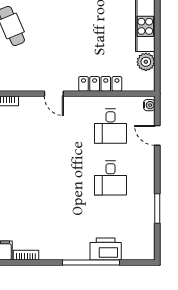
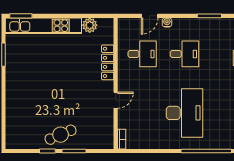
water cooler: (149, 105) -> (167, 22), moved
desk: (38, 178) -> (184, 113), added

